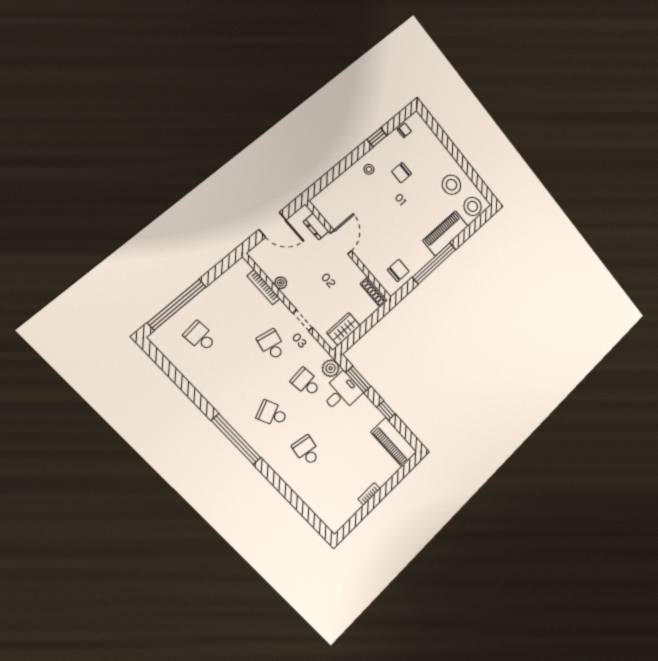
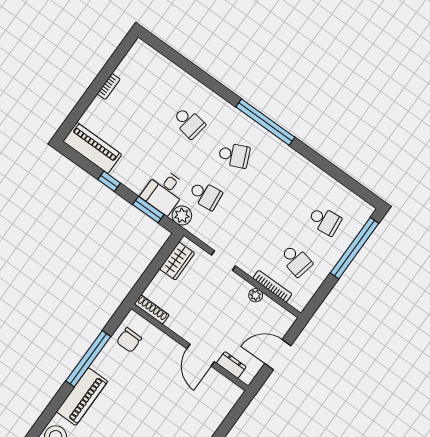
school desk: (272, 345) -> (296, 260), moved

